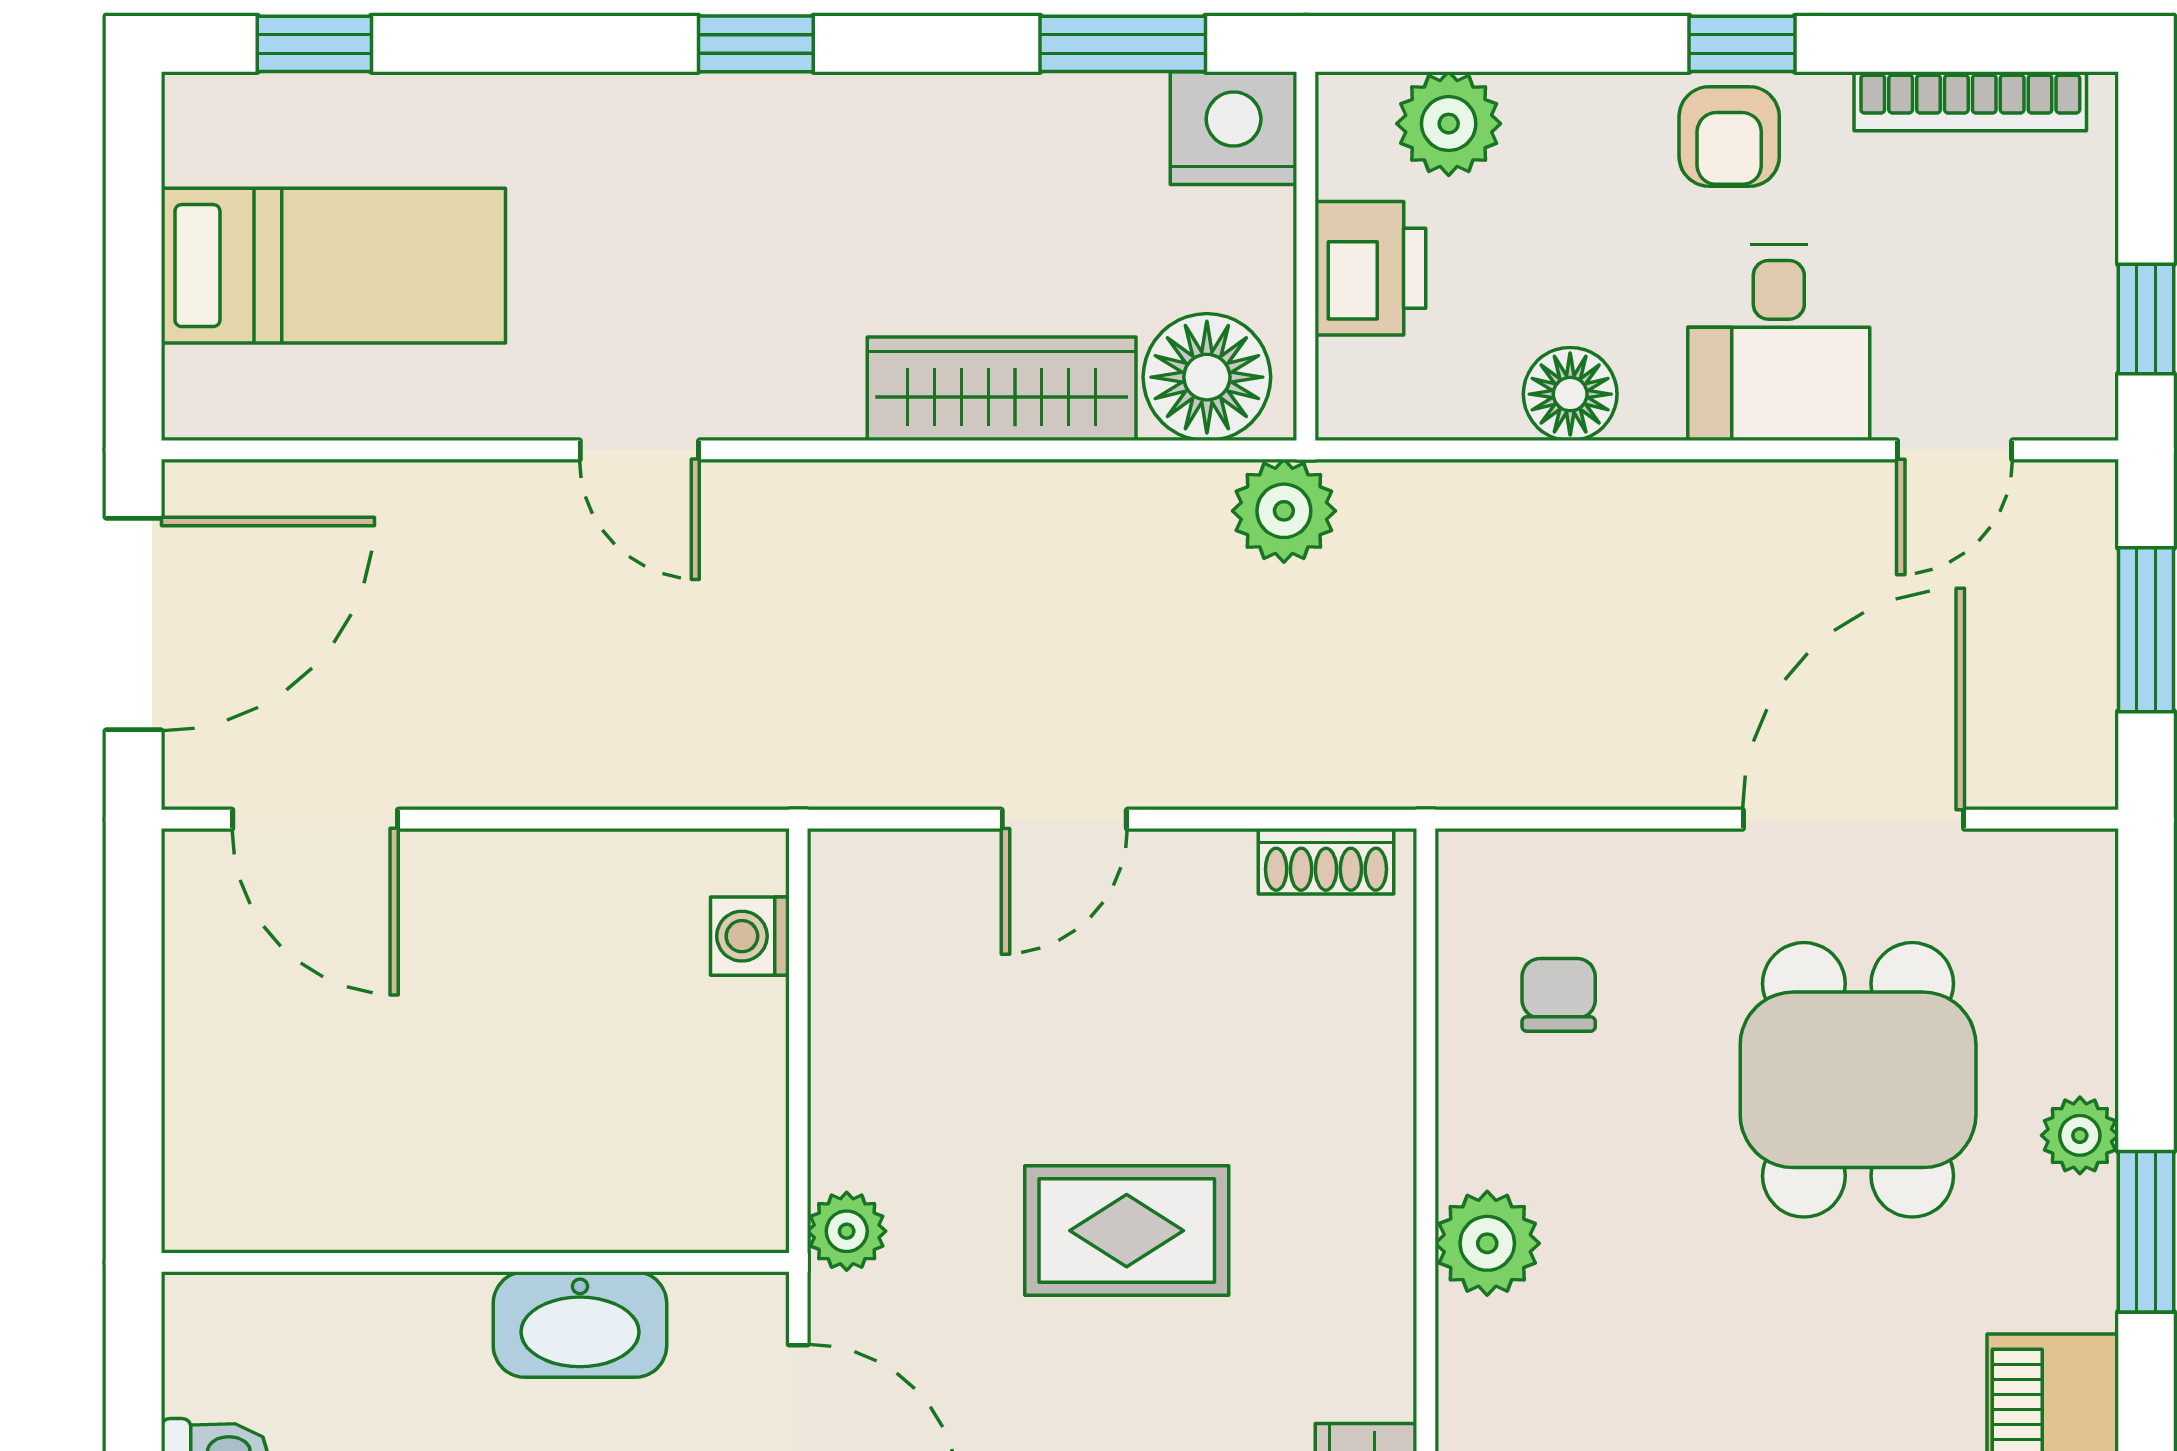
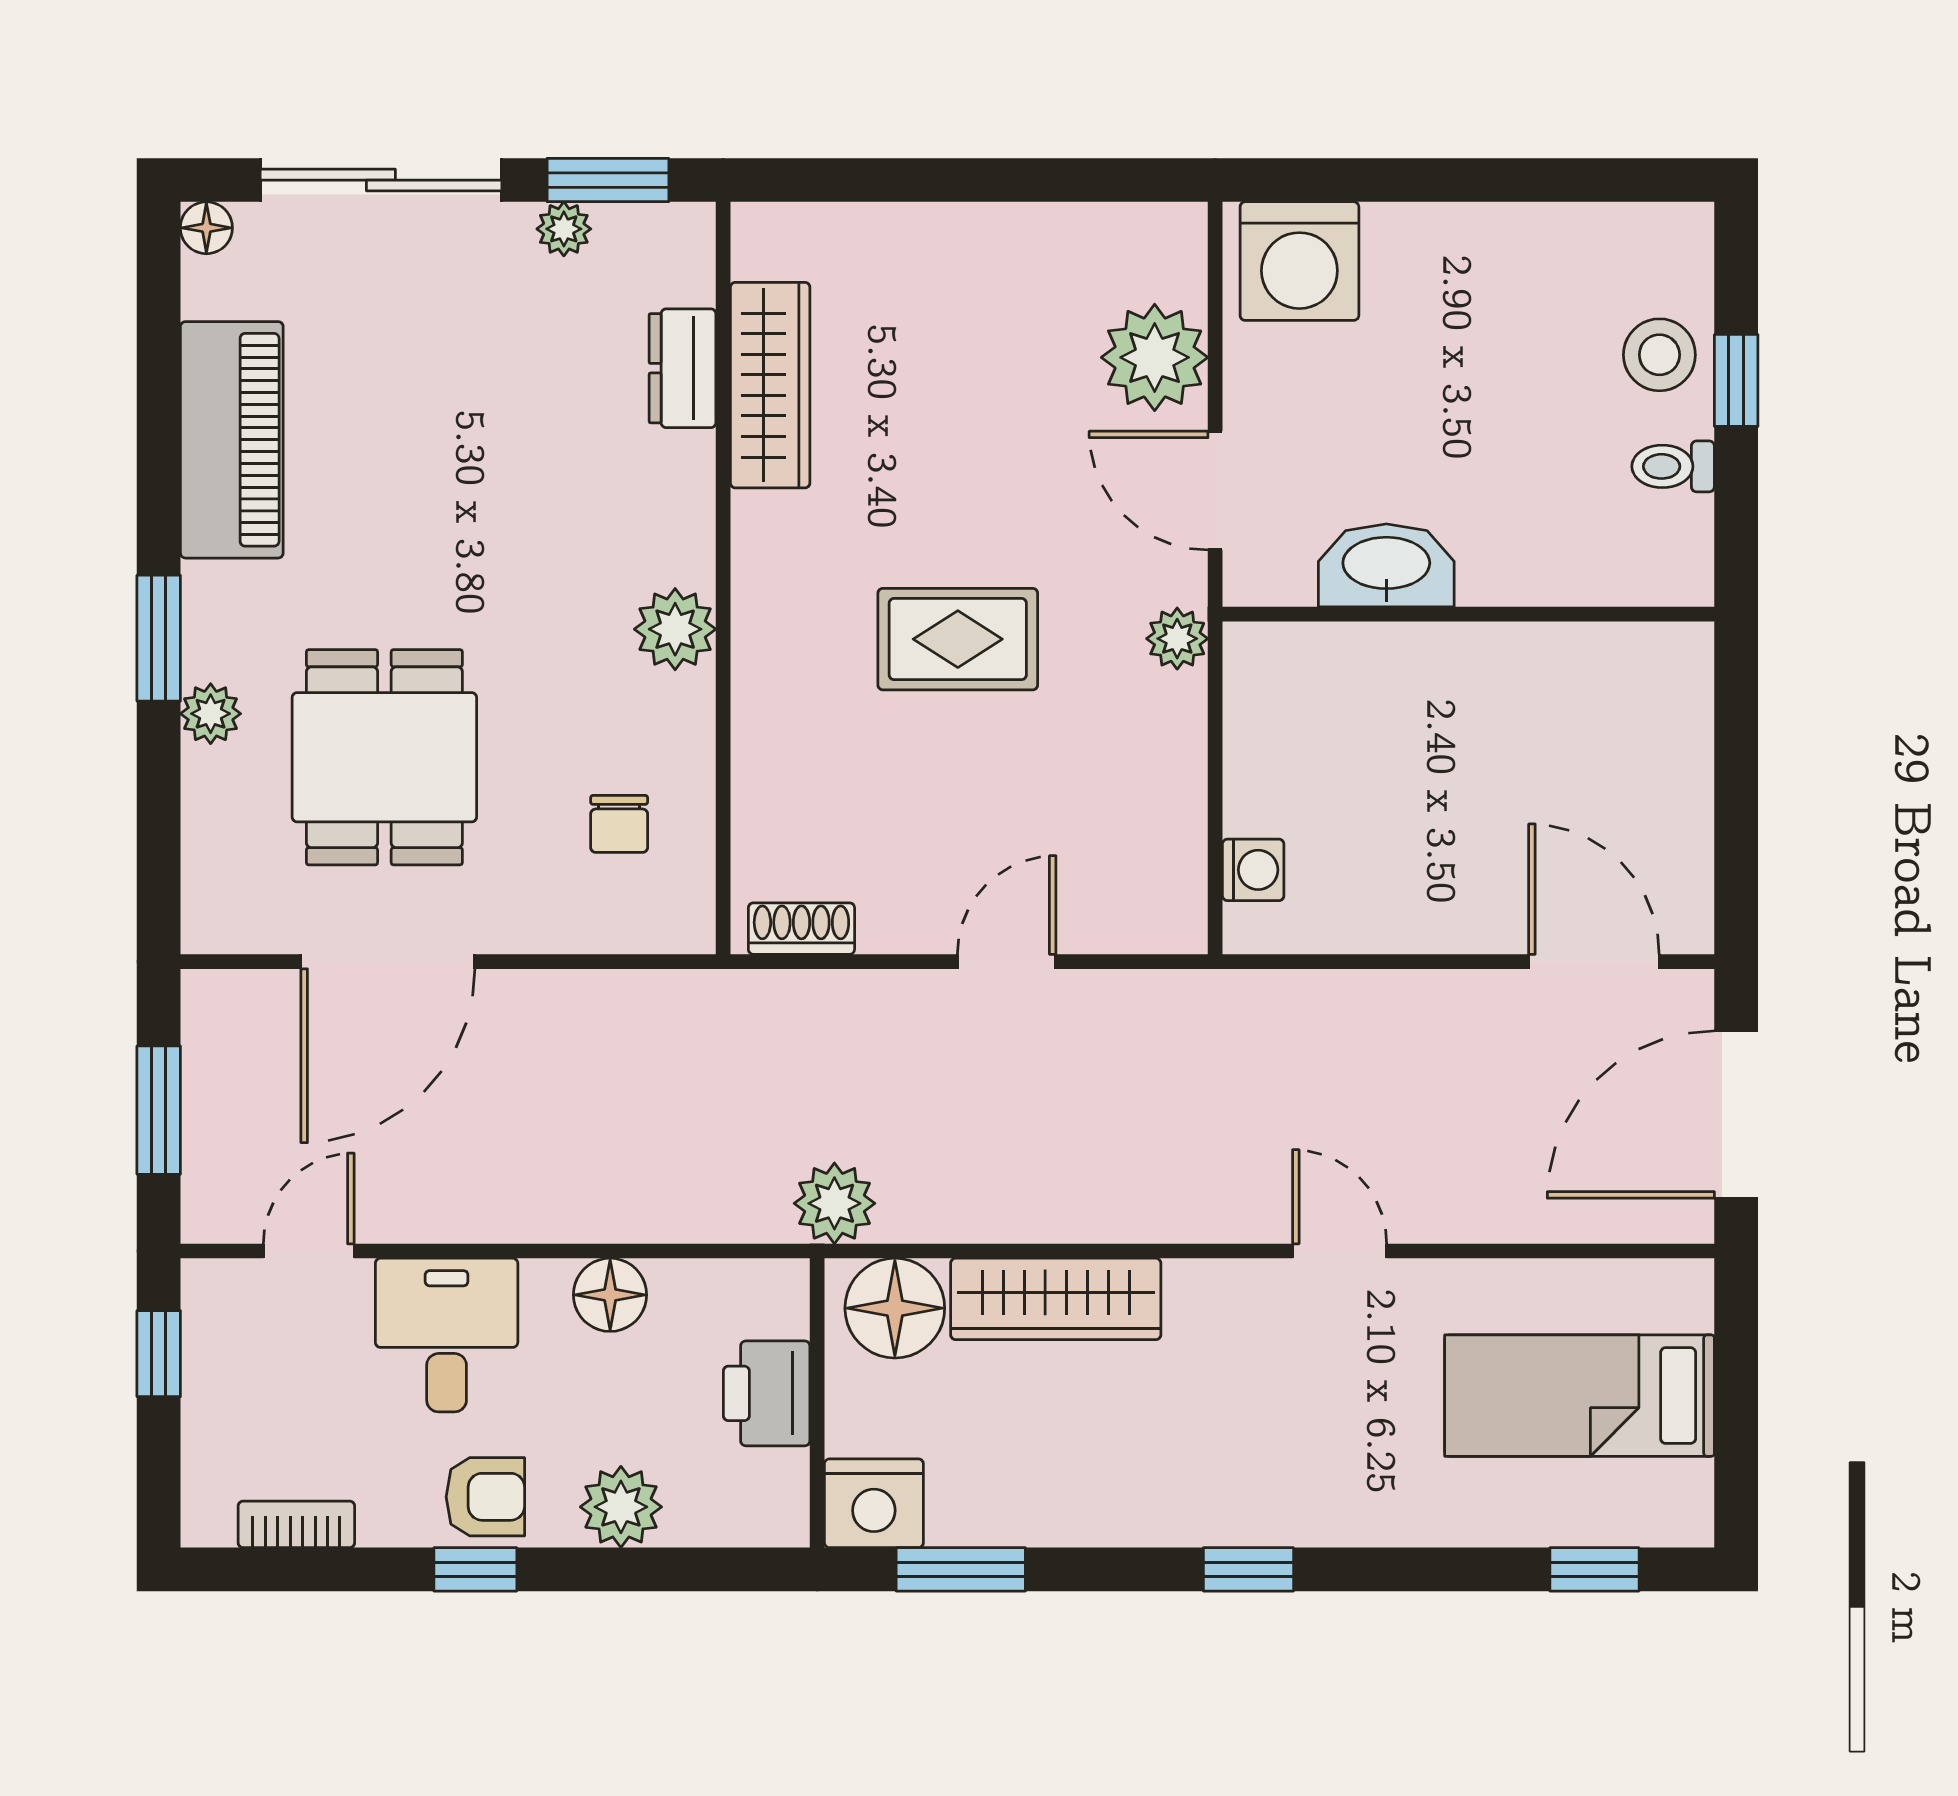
bookcase: (1970, 101) -> (296, 1524), width x0.64
plant: (1449, 124) -> (621, 1507), moved
armchair: (1729, 136) -> (485, 1497), turned 90

